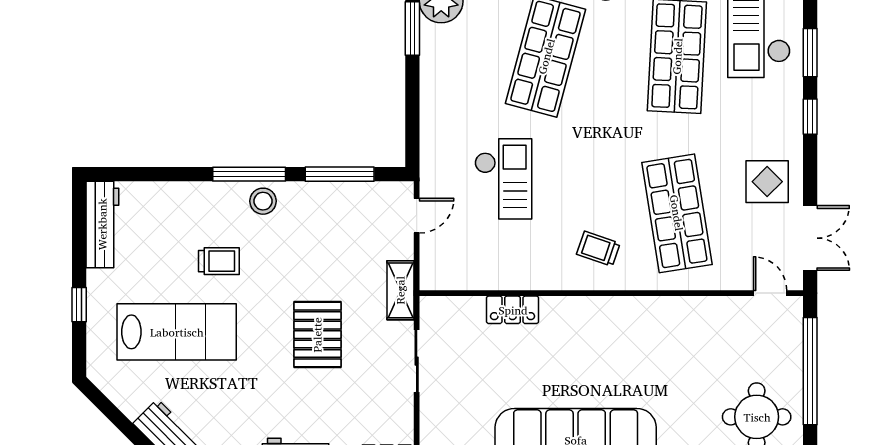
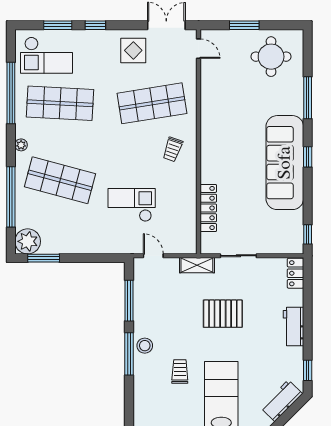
door: (770, 293) -> (199, 49), swing flipped
locker: (513, 310) -> (208, 208), width x1.53
window: (810, 371) -> (244, 25), width x0.47

